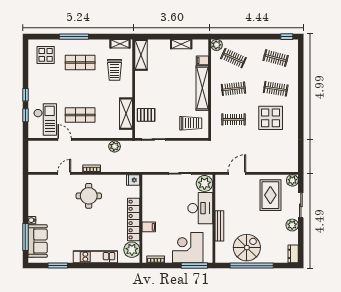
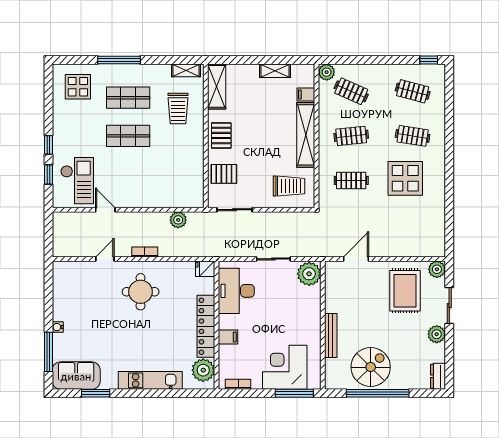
pallet: (144, 88) -> (221, 135), added
shelving: (126, 114) -> (195, 172), removed
shop shelf: (80, 115) -> (128, 136), moved
desk: (200, 208) -> (236, 291), moved, turned 180
sofa: (38, 241) -> (76, 376), moved, turned -90

